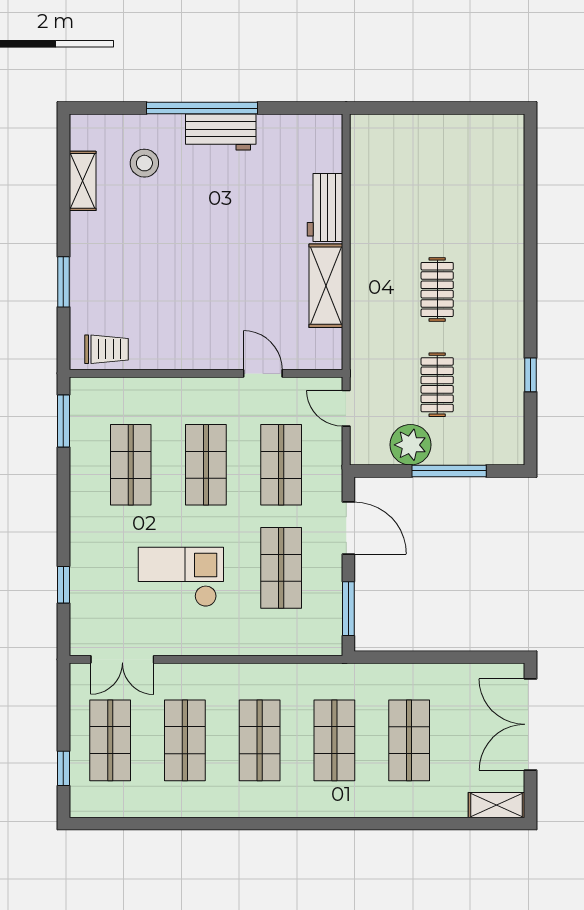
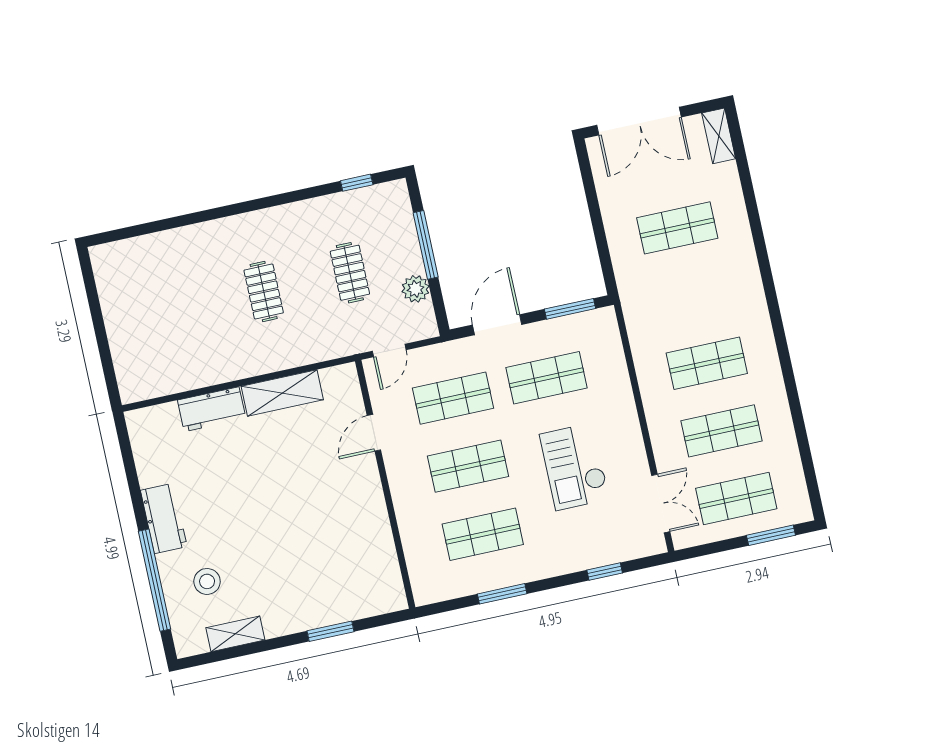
window: (202, 108) -> (154, 580), moved
clothes rail: (437, 289) -> (264, 291), turned 90
trolley: (107, 349) -> (383, 579), removed
window: (530, 375) -> (357, 183), moved
clothes rail: (437, 385) -> (350, 273), turned 90
window: (63, 421) -> (502, 594), moved
plant: (411, 445) -> (415, 289), width x0.73, depth x0.73
shop shelf: (334, 740) -> (692, 296), removed
window: (63, 768) -> (771, 535), width x1.50

